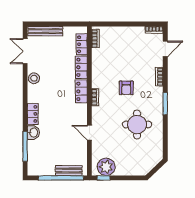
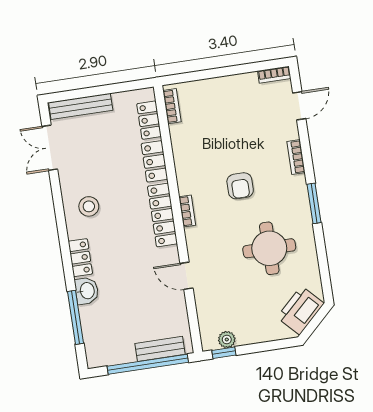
stool: (34, 78) -> (89, 206), moved
locker: (81, 91) -> (163, 215), width x1.53
printer: (149, 161) -> (300, 310), added
plant: (106, 167) -> (227, 340), width x0.53, depth x0.53

